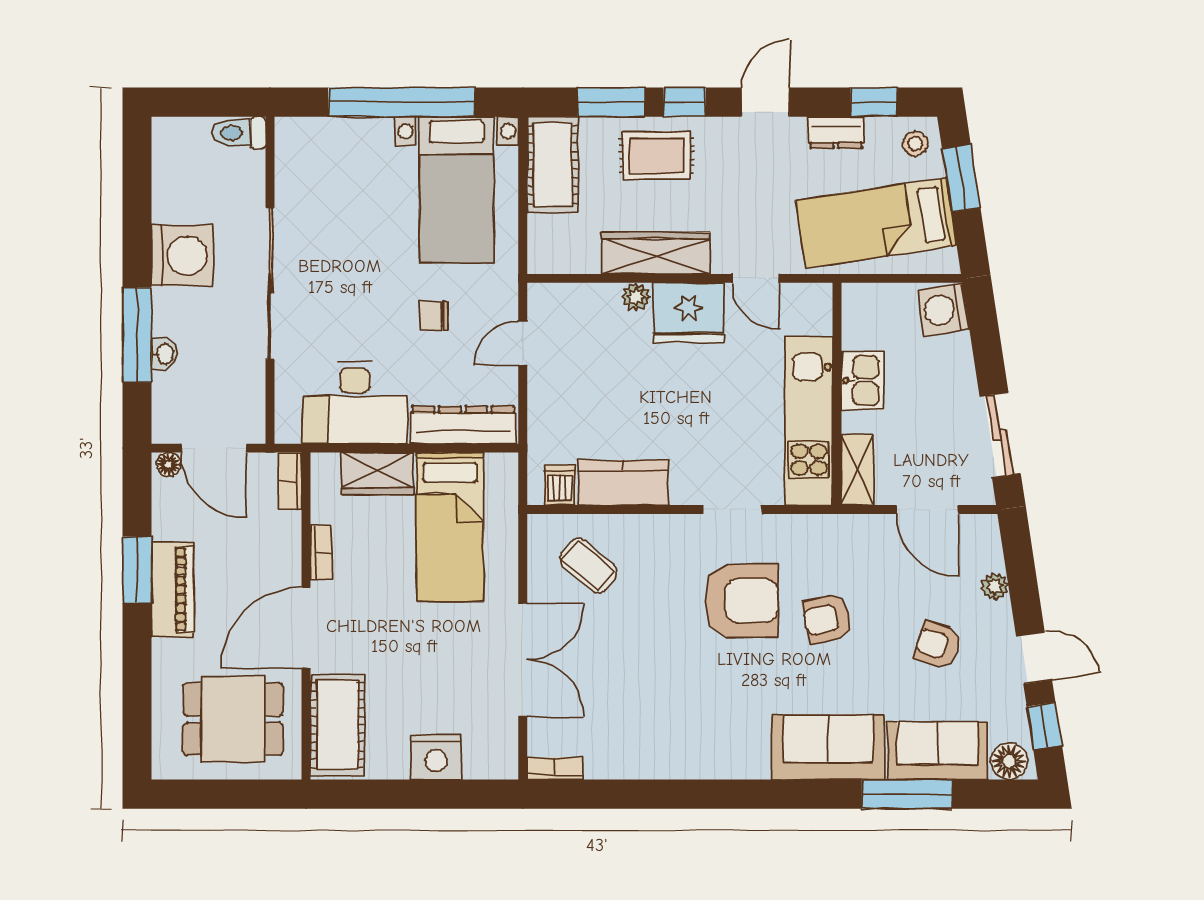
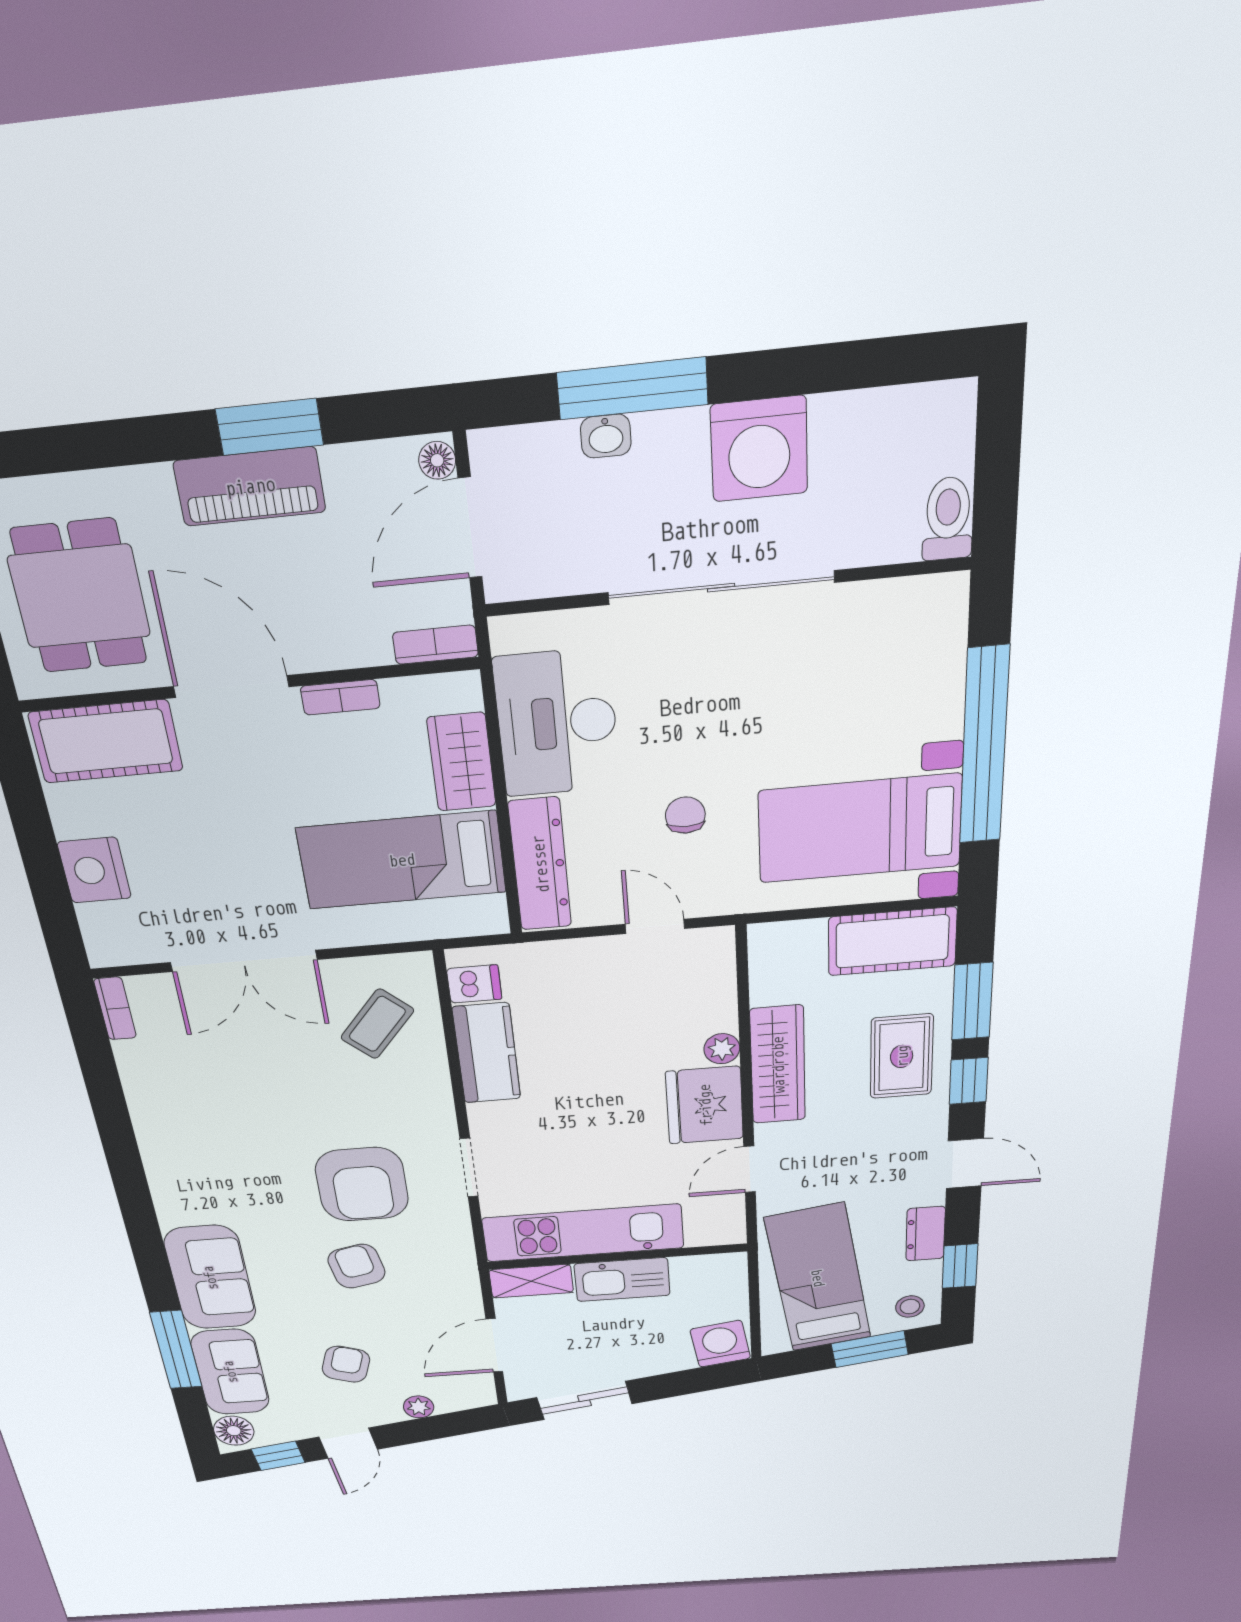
kitchen sink: (863, 380) -> (622, 1280), width x1.38

